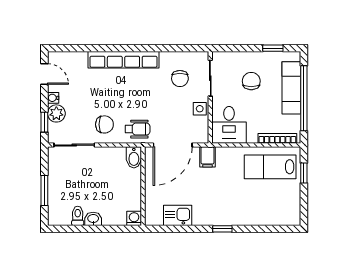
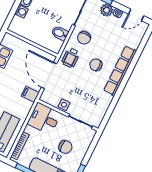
chair: (180, 79) -> (96, 65), moved
bidet: (134, 157) -> (60, 33), moved
washing machine: (134, 218) -> (21, 11), moved

